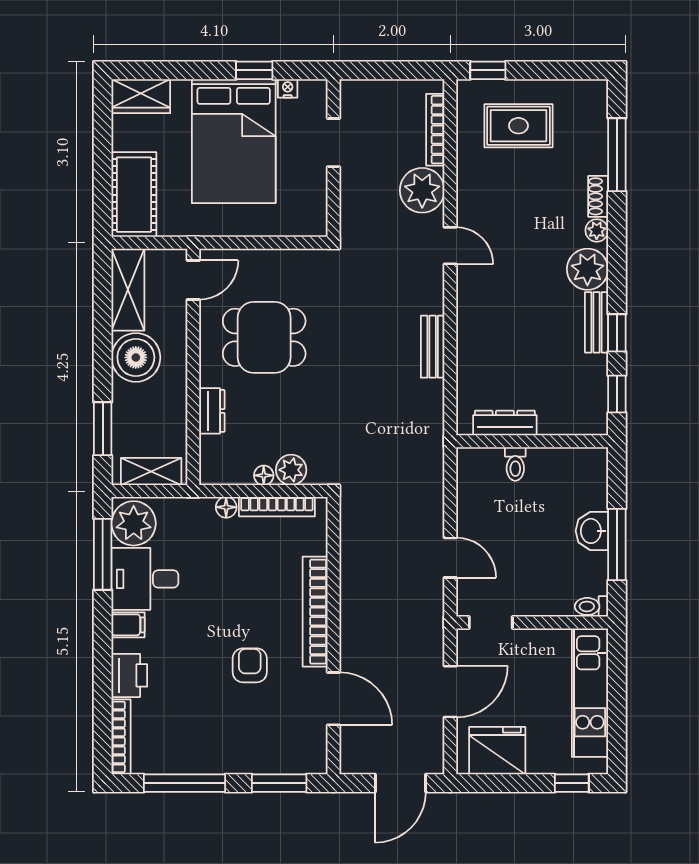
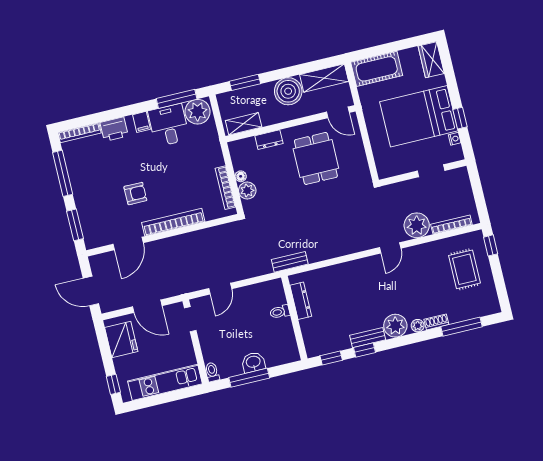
bench: (433, 347) -> (290, 262), moved
shelving: (151, 472) -> (244, 124), moved, turned 90
floor lamp: (226, 507) -> (218, 160), removed

